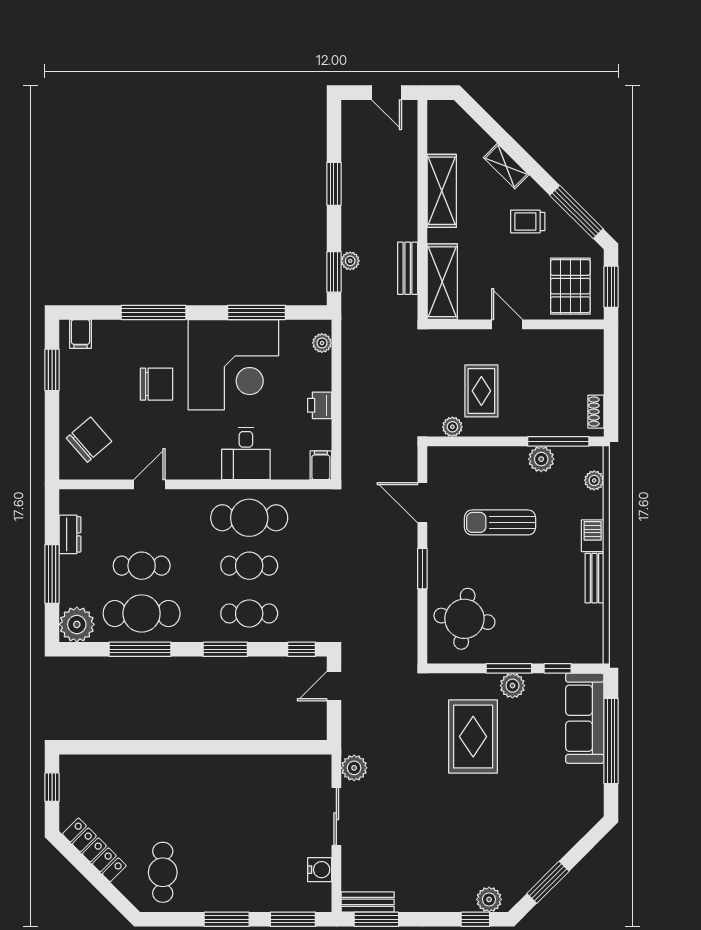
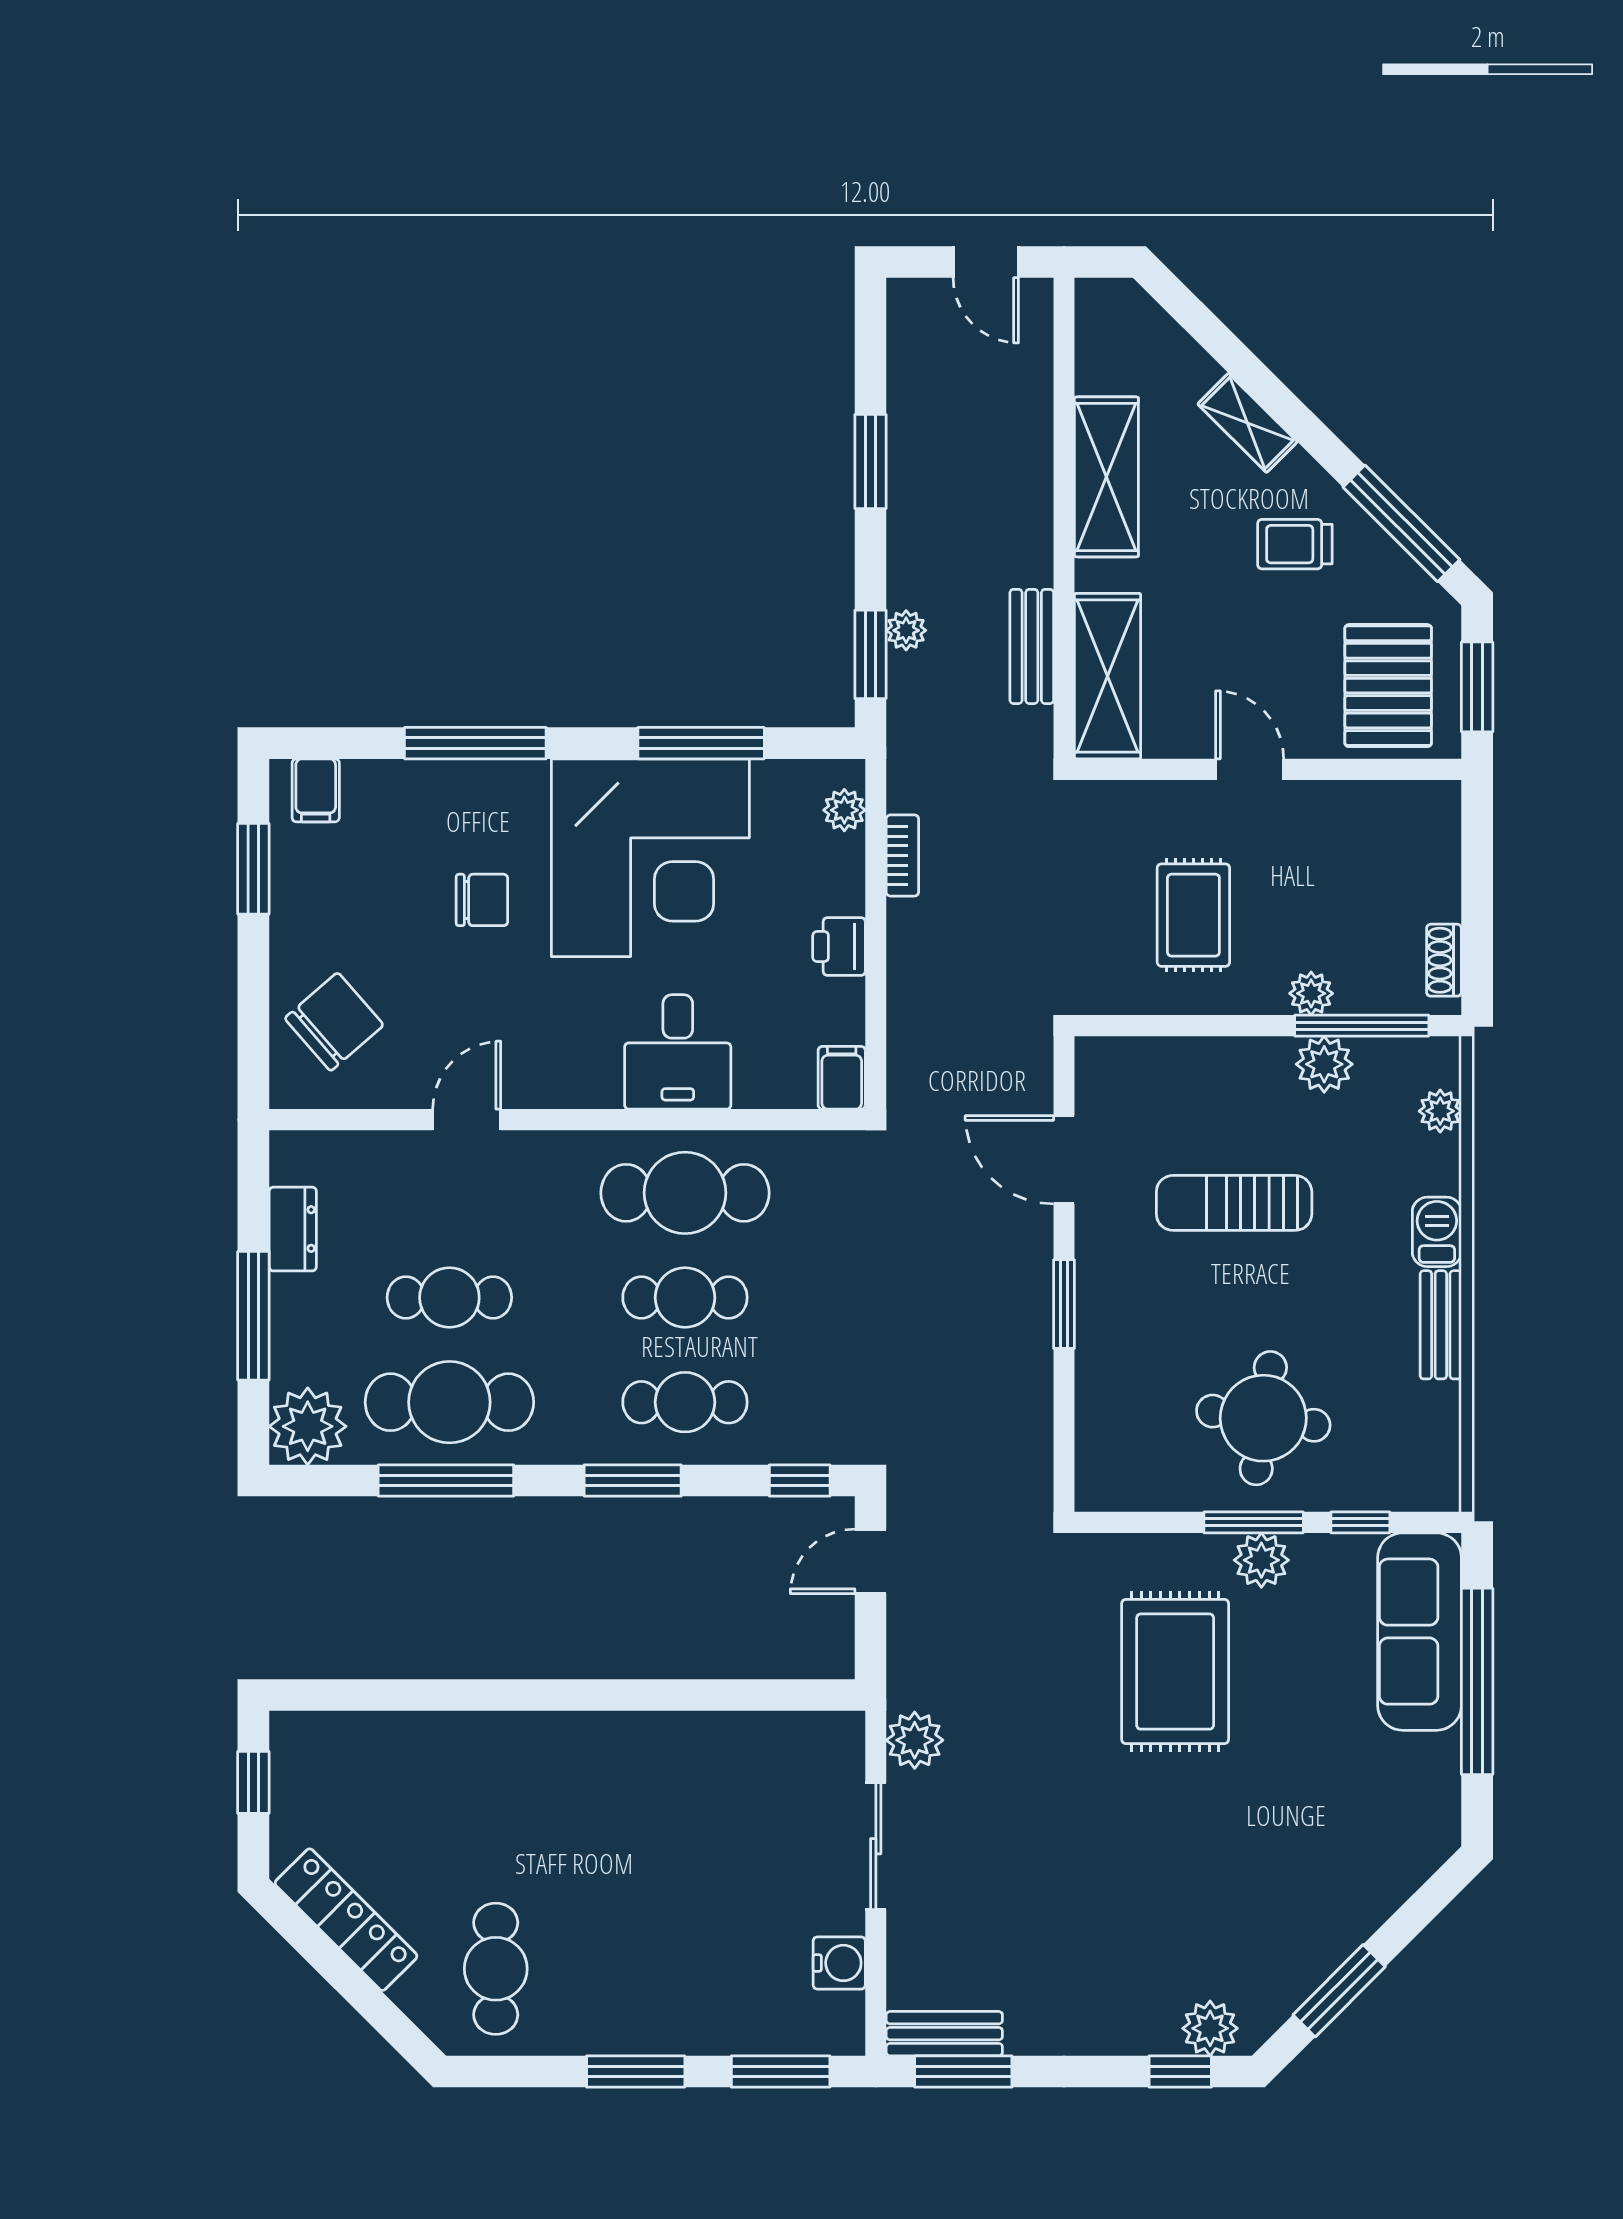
bookcase: (349, 364) -> (902, 855), added
chair: (156, 384) -> (482, 900), width x0.73, depth x0.73
plant: (452, 427) -> (1311, 993), moved
round table: (464, 619) -> (1263, 1418), moved

